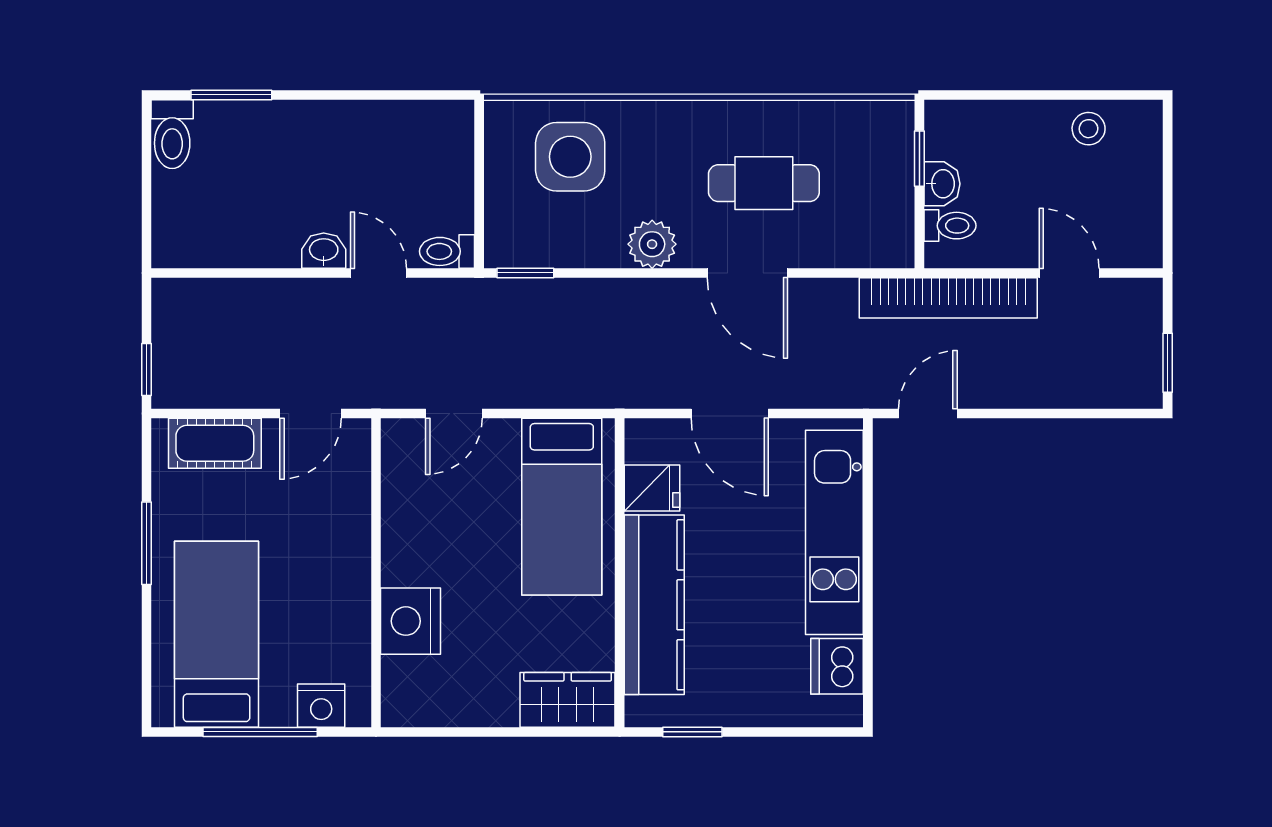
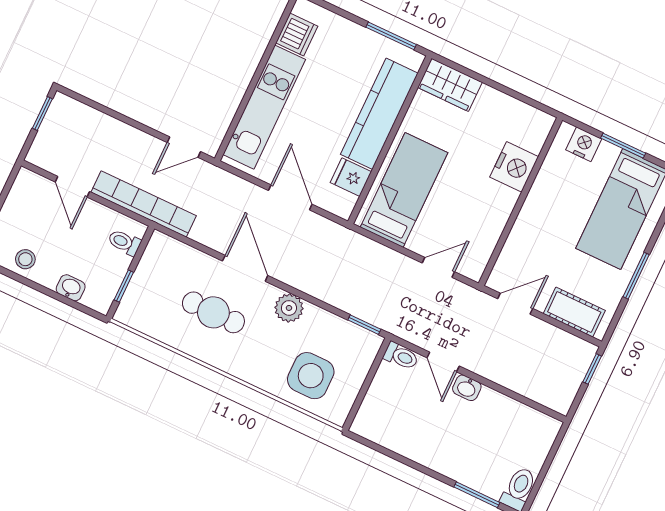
washbasin: (942, 184) -> (71, 288), moved, turned 90
window: (260, 732) -> (623, 146), width x0.69
window: (692, 732) -> (391, 36), width x1.50

